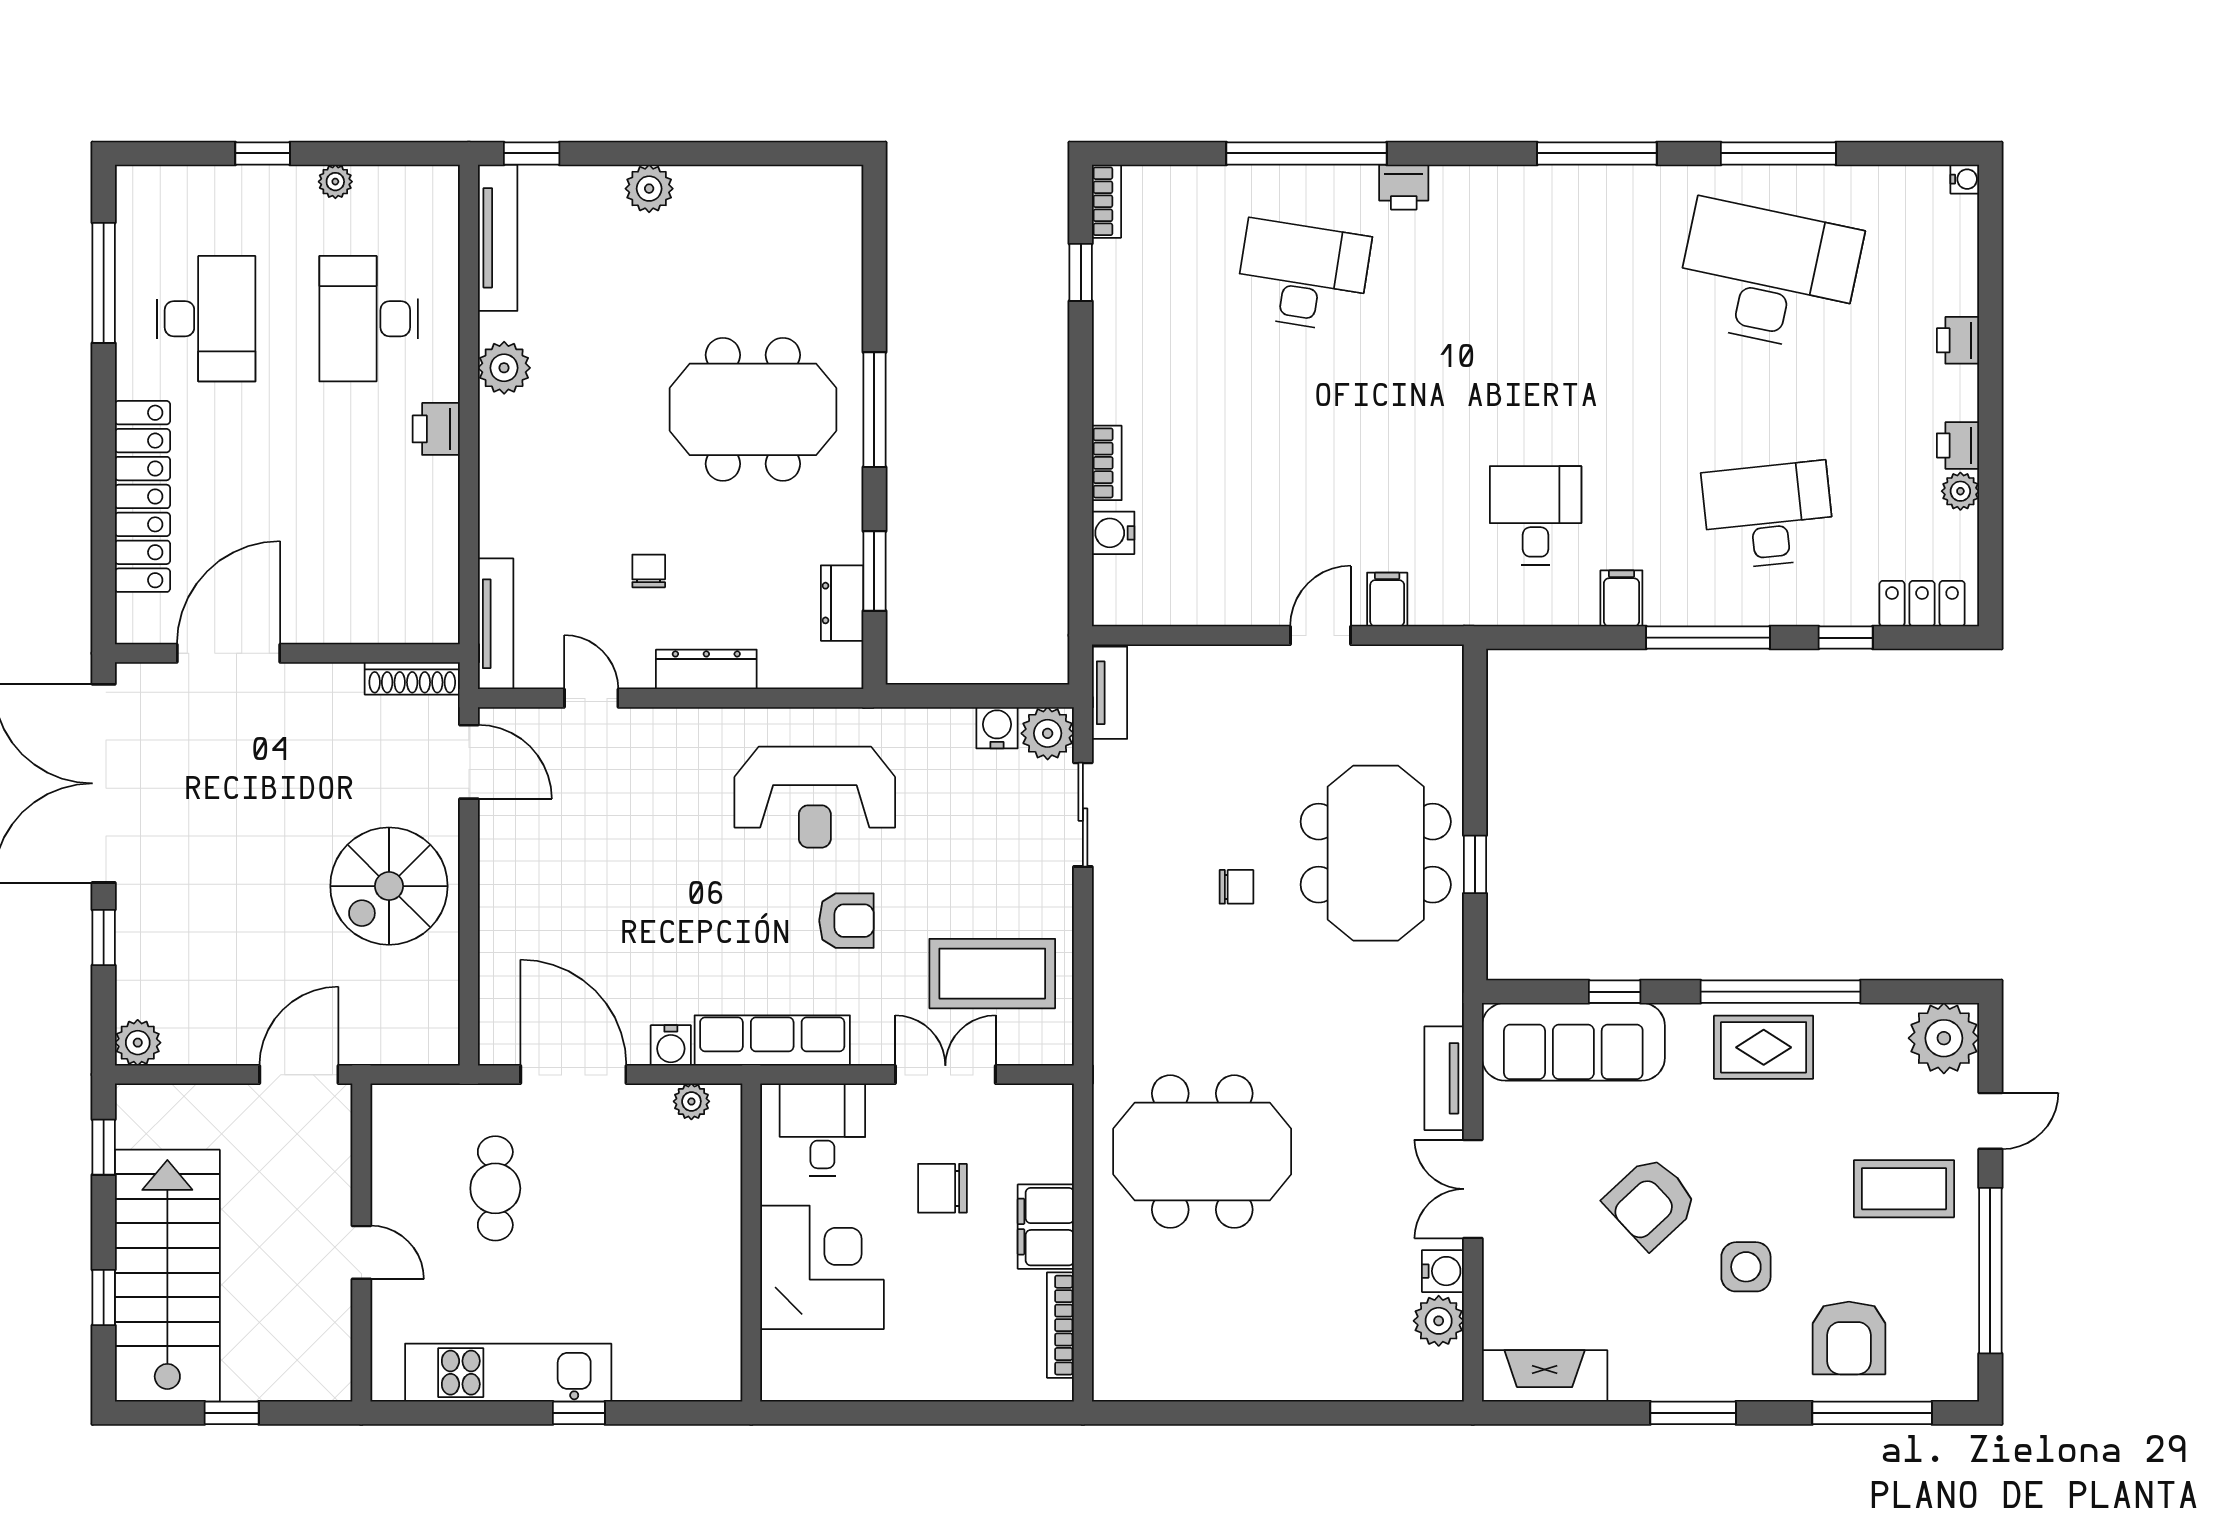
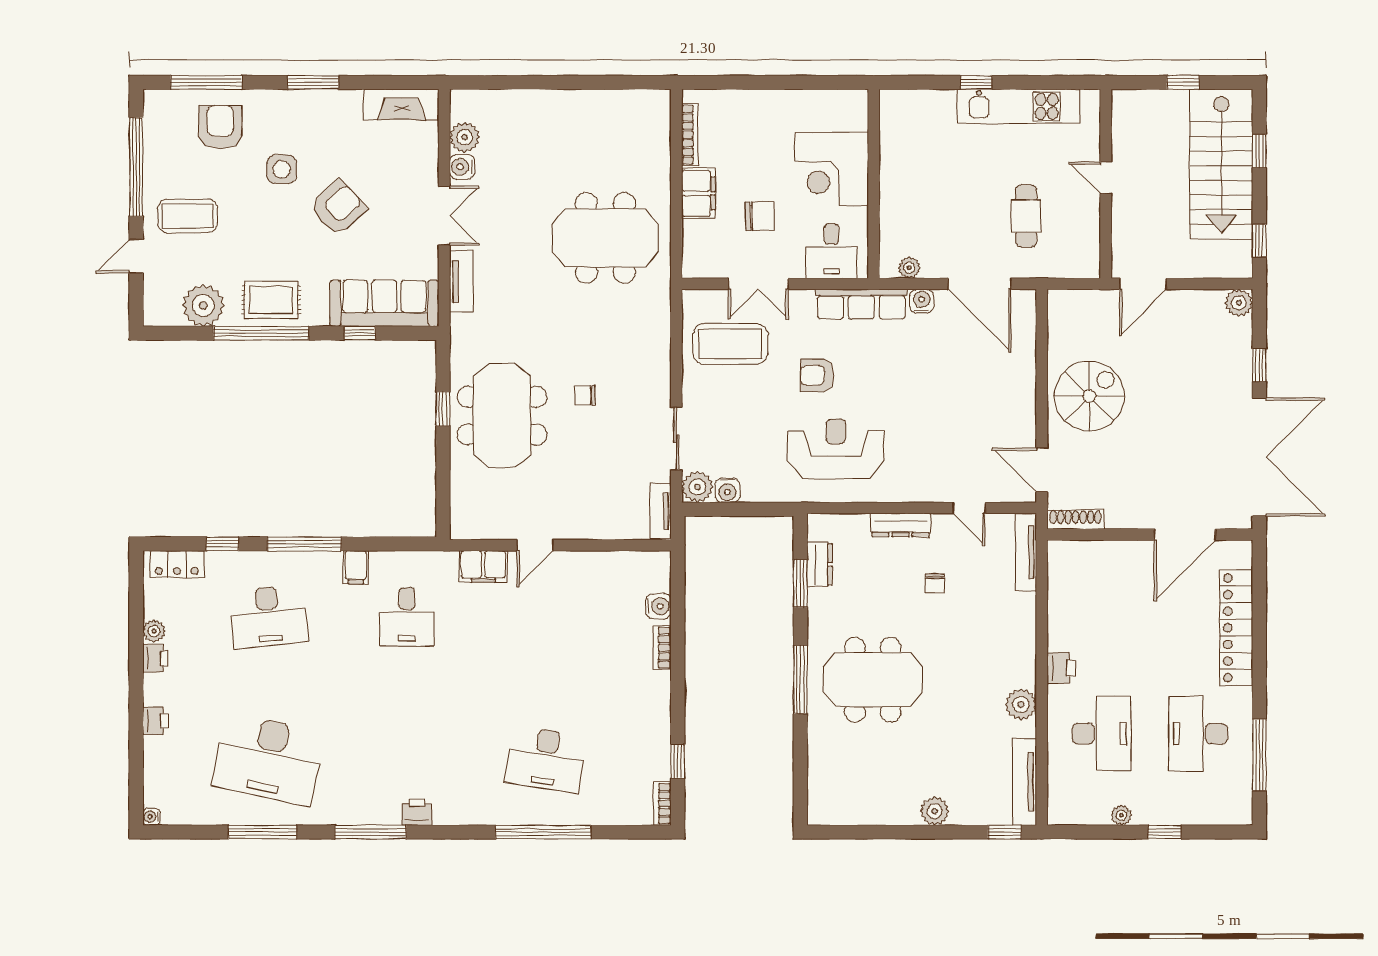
printer: (1404, 187) -> (417, 812), moved
filing cabinet: (1387, 599) -> (483, 567), width x2.00
plant: (1944, 1038) -> (203, 305), moved

